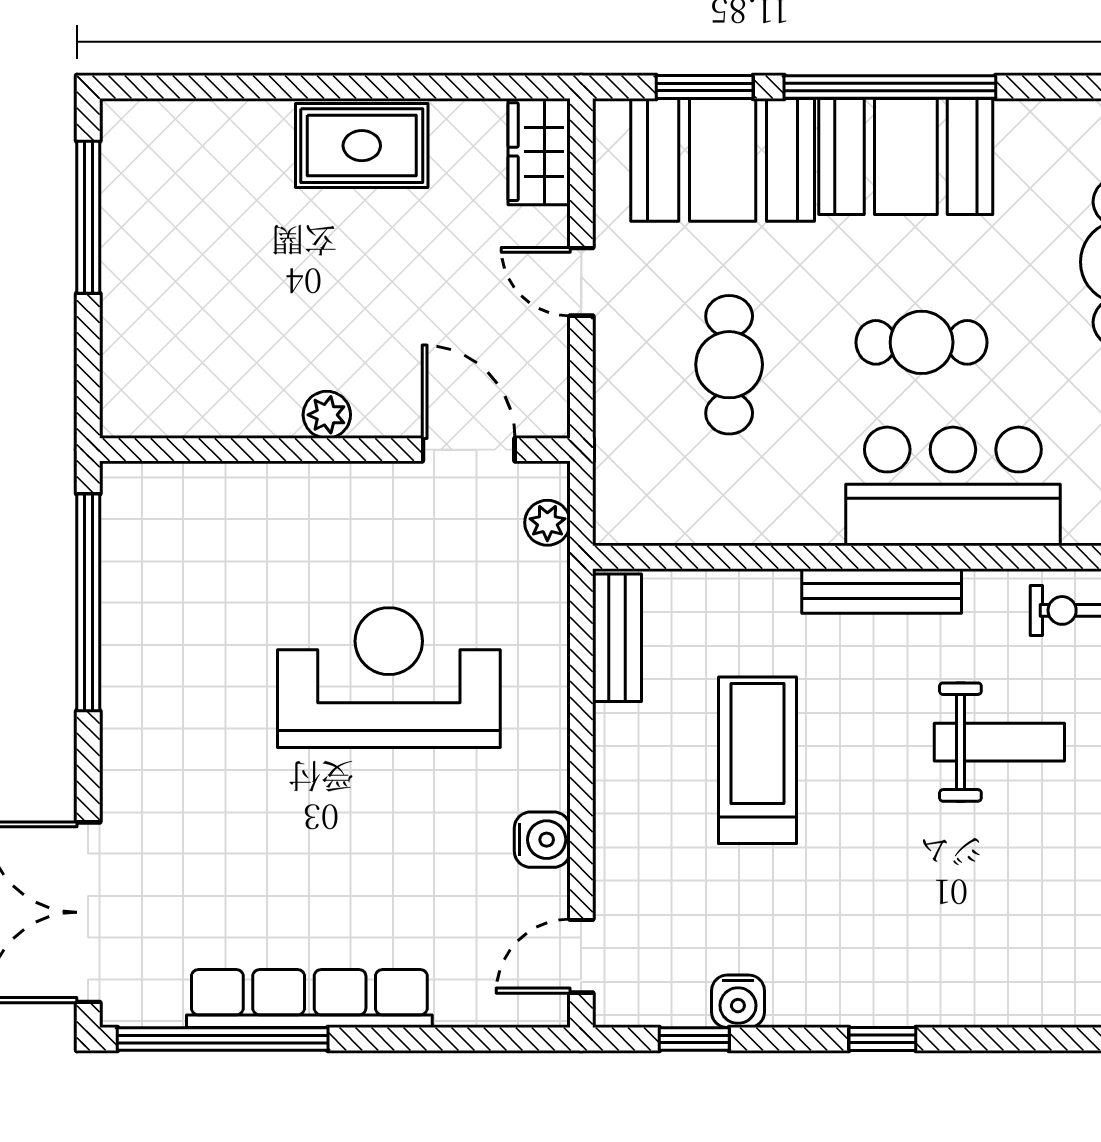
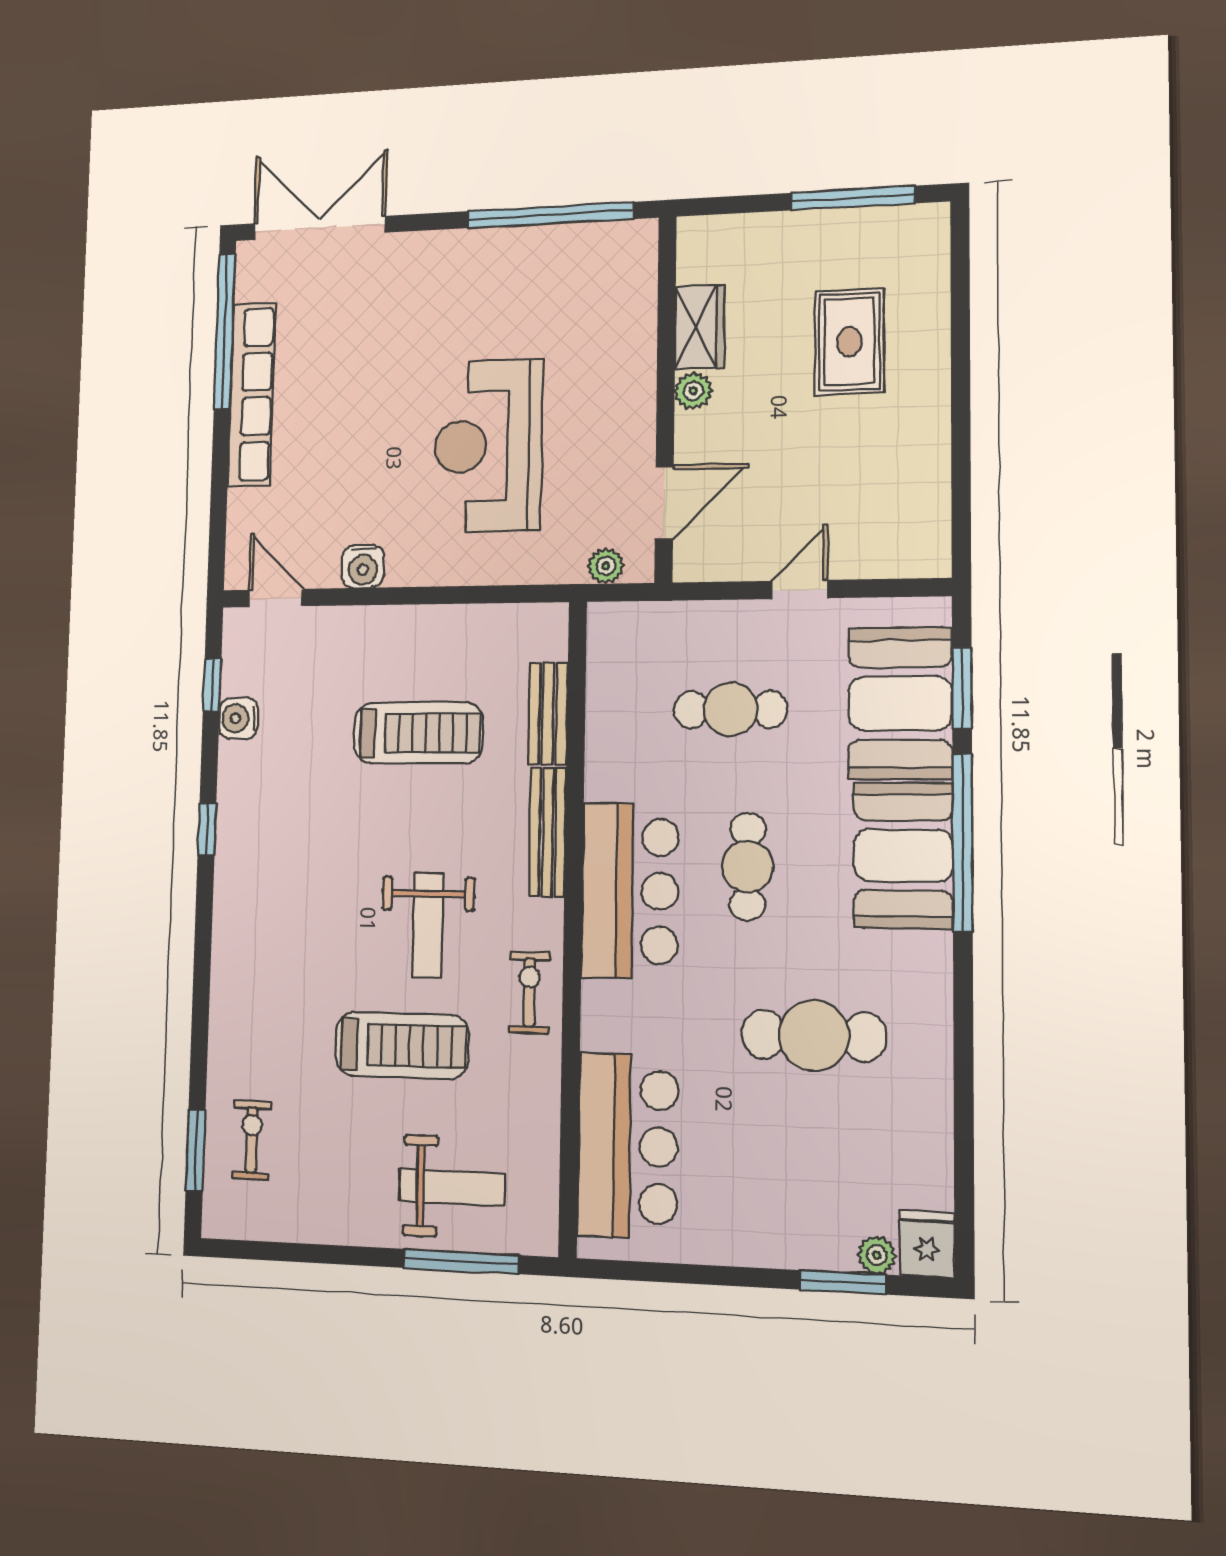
rug: (362, 146) -> (849, 342), moved
wardrobe: (539, 152) -> (700, 327), moved, turned 90
bench: (617, 638) -> (548, 714), moved, turned 90
reception desk: (389, 678) -> (488, 446), turned 180

